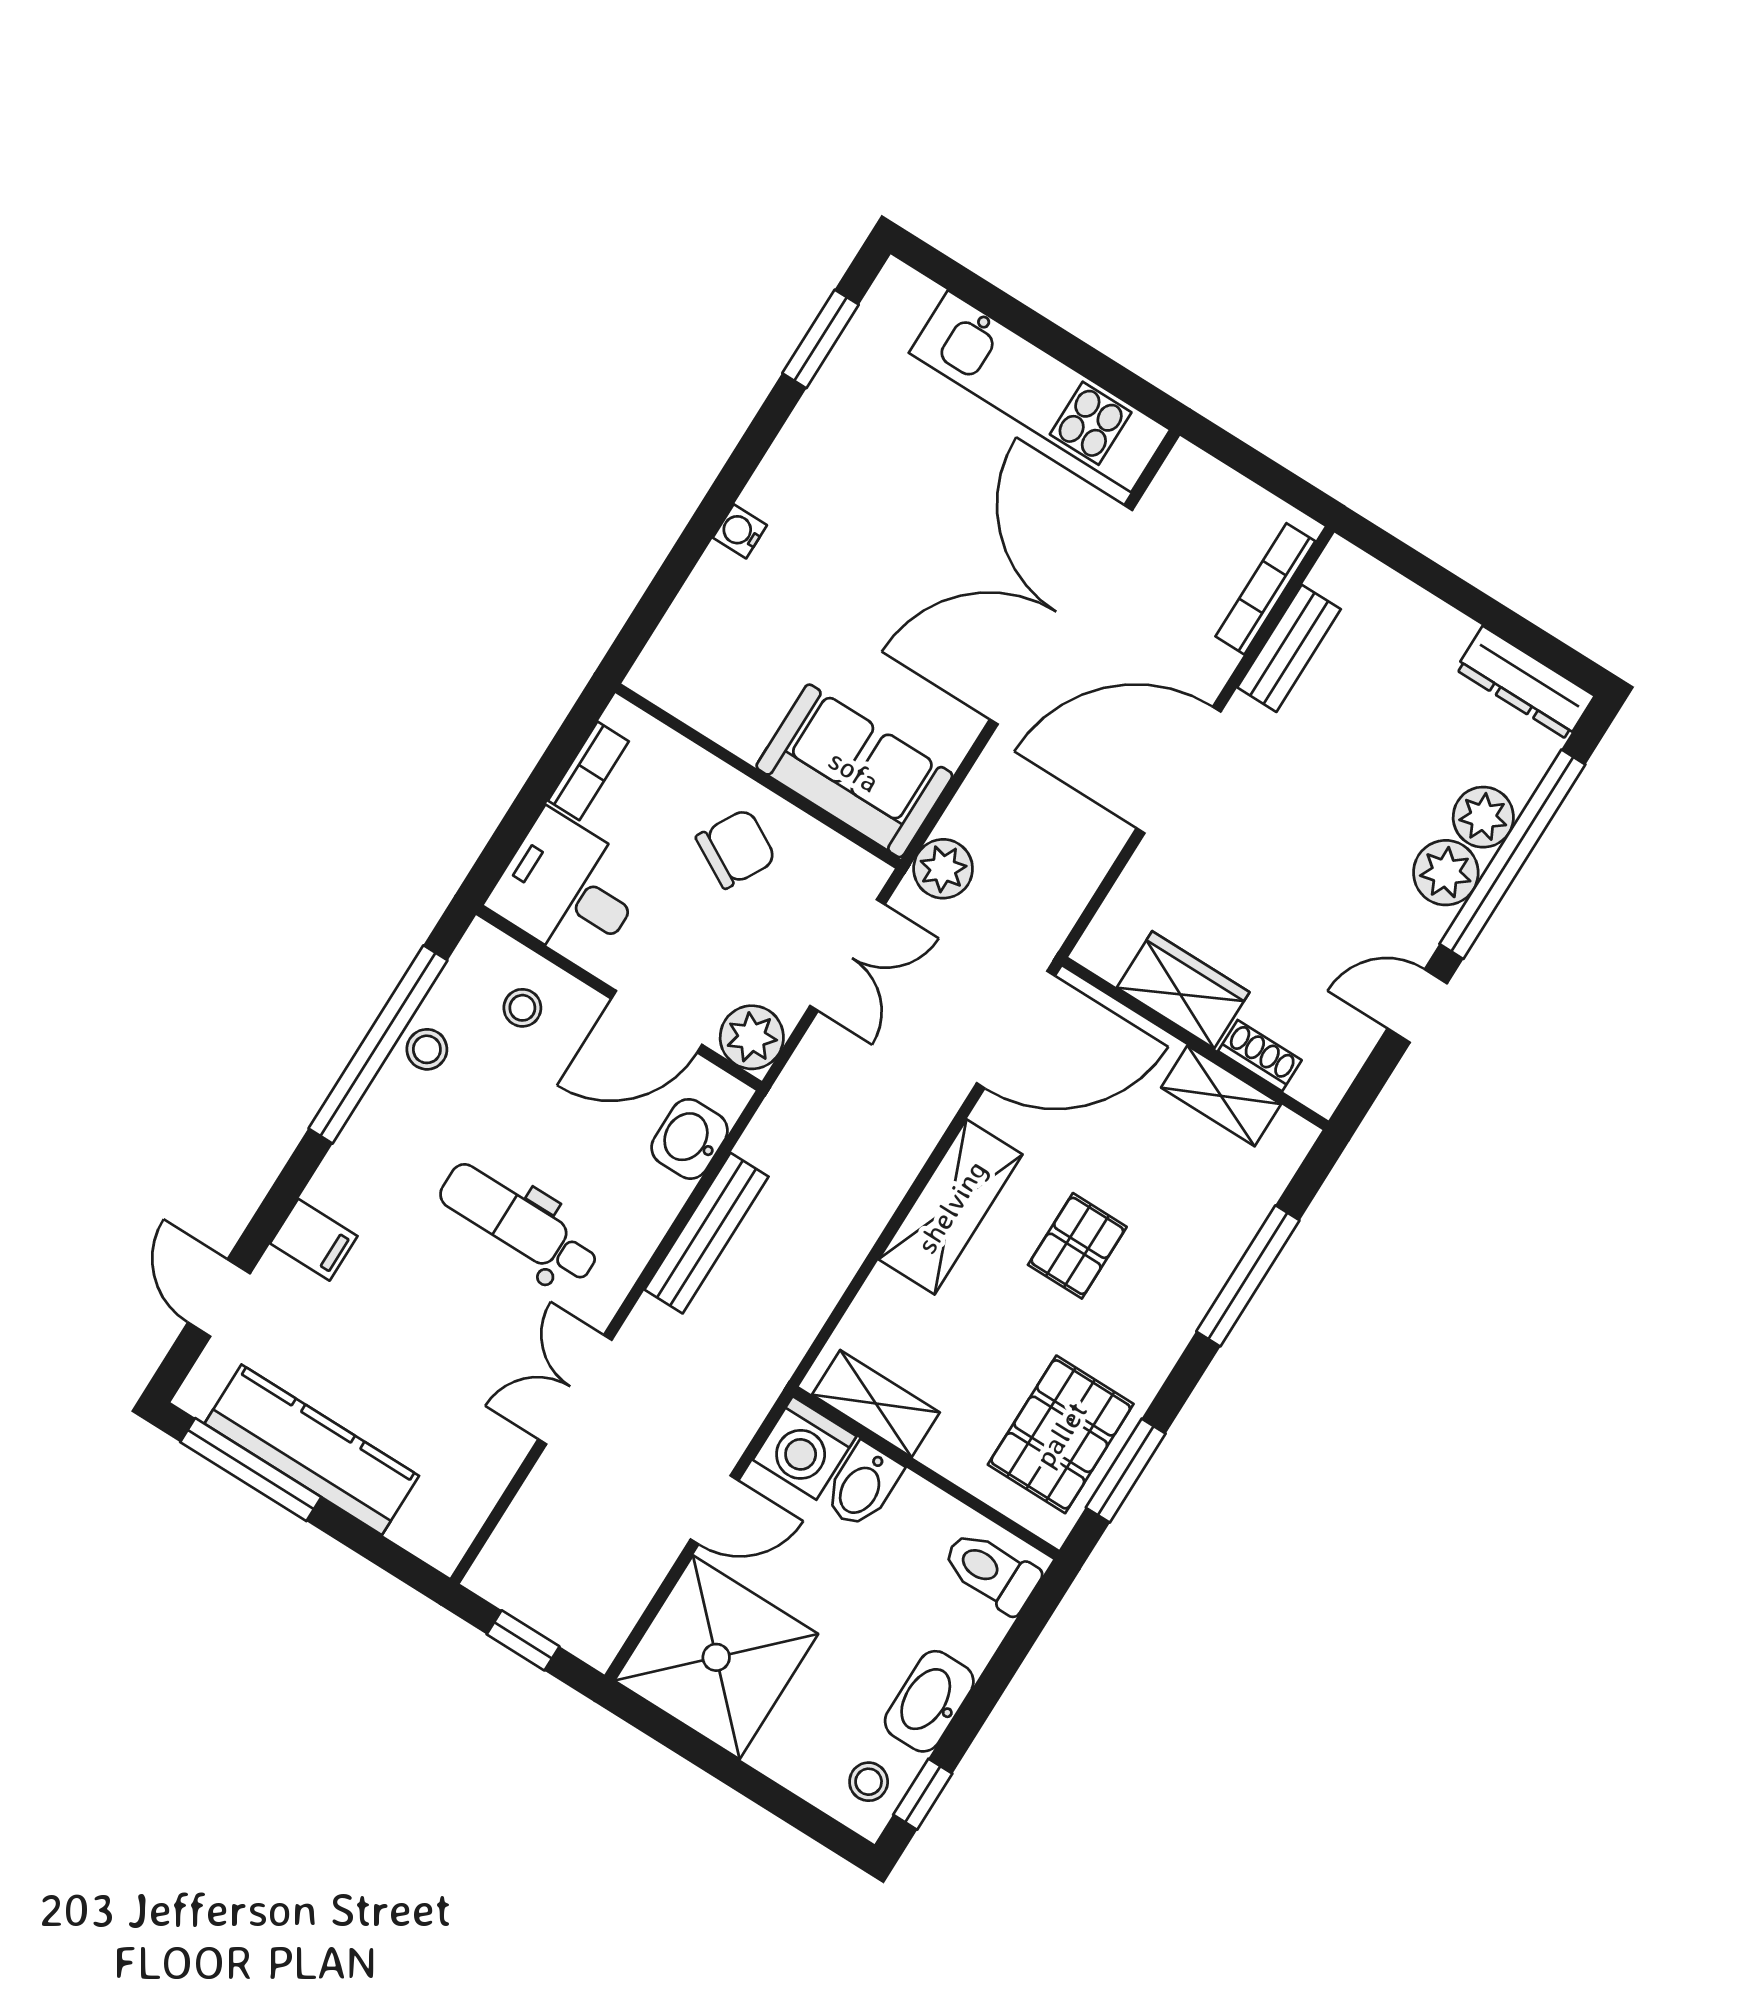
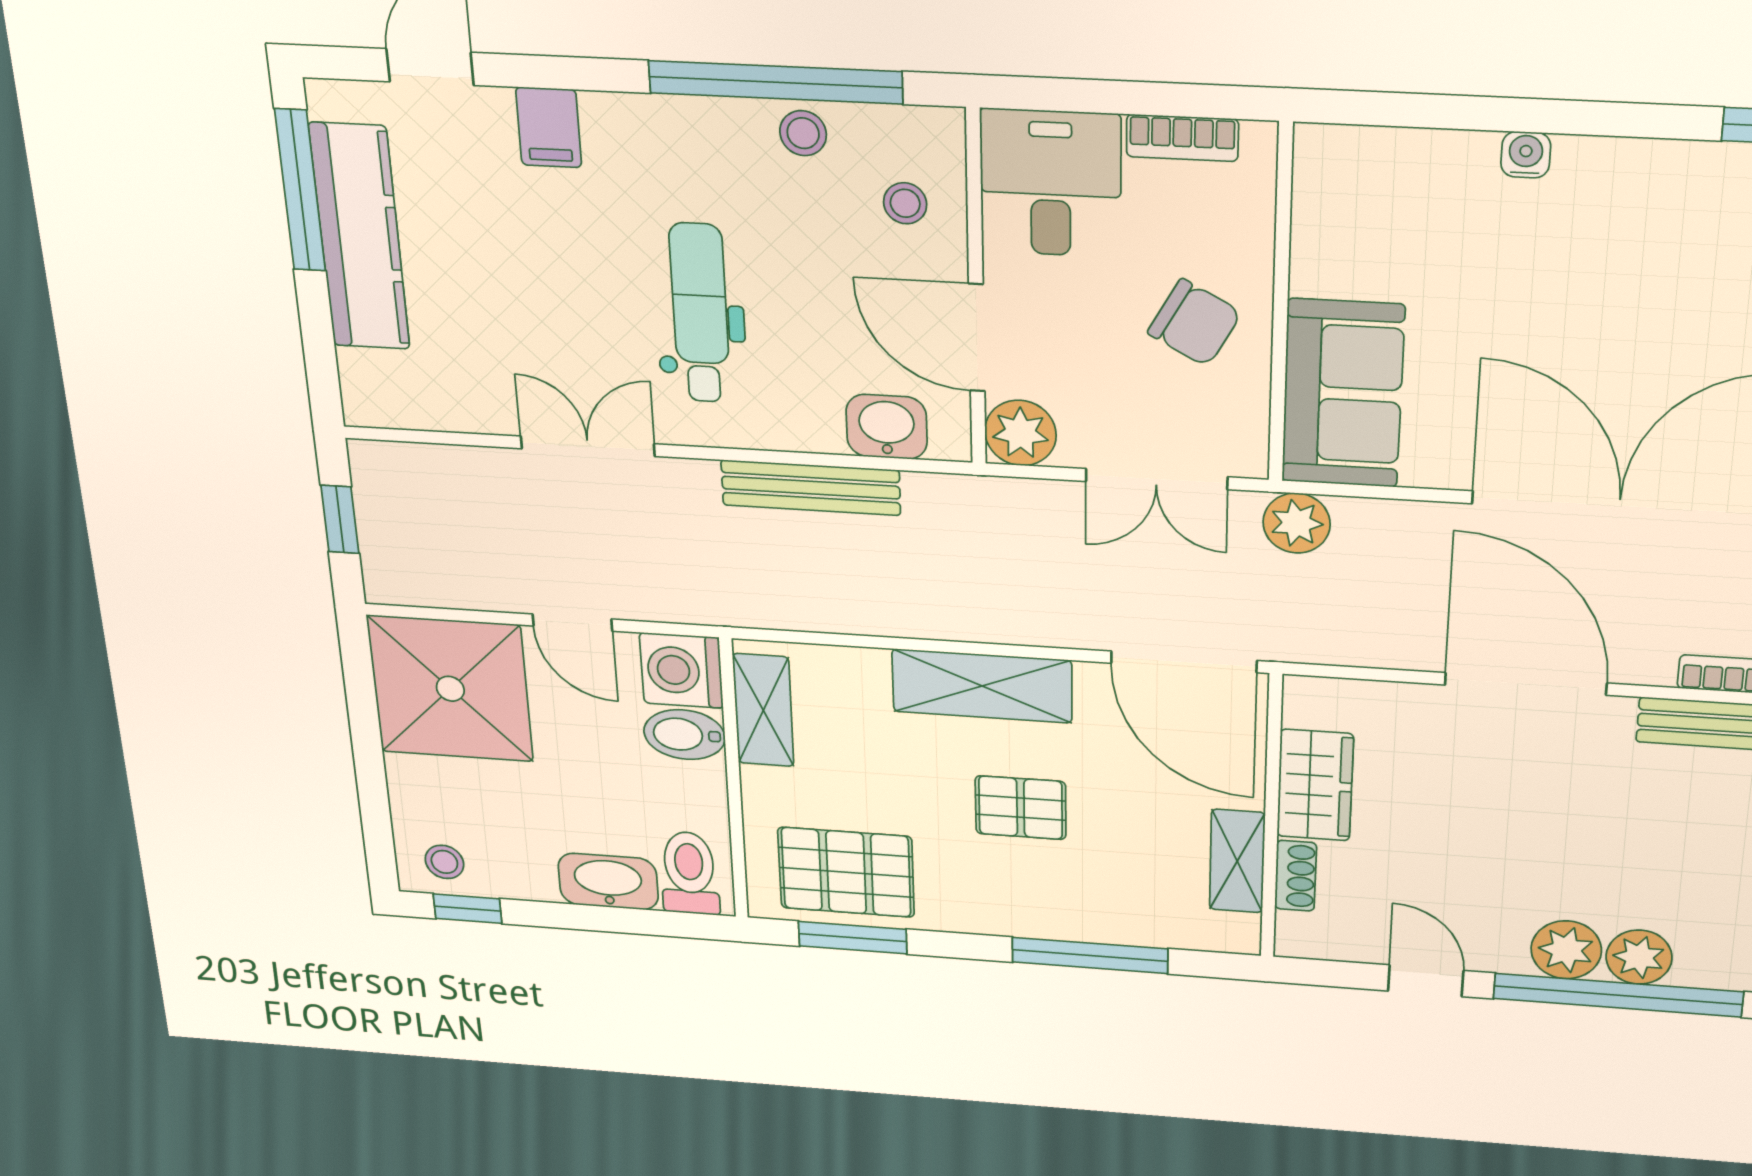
washbasin: (929, 1701) -> (608, 881), moved

